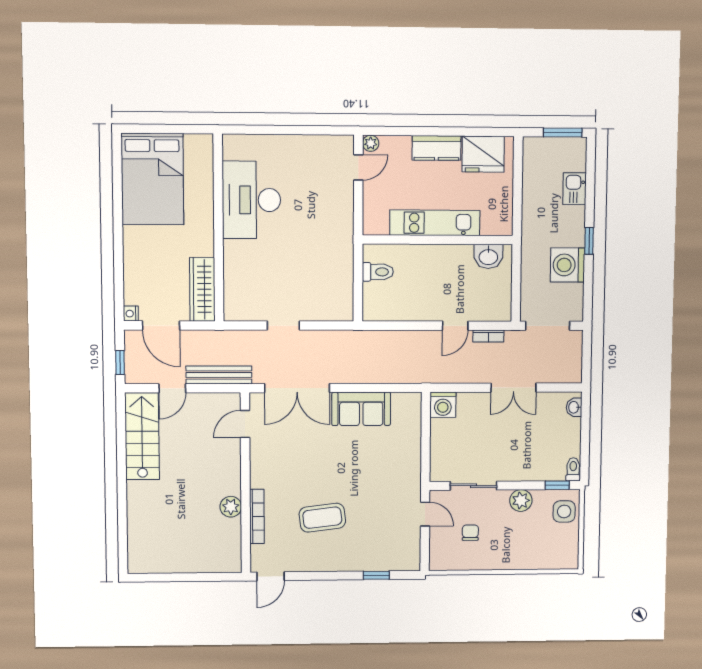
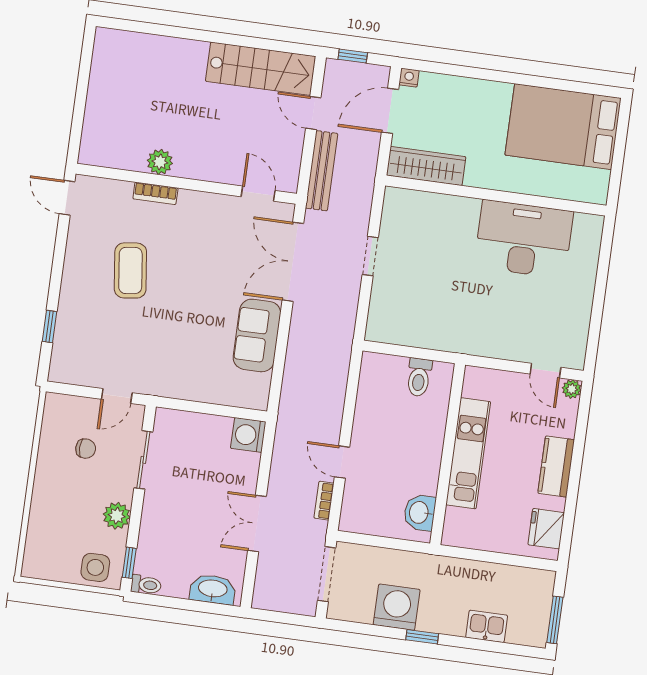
fridge: (483, 154) -> (546, 529), width x0.73, depth x0.75
washbasin: (574, 407) -> (213, 589), width x1.91, depth x1.45
bookcase: (257, 516) -> (155, 193), width x0.64

